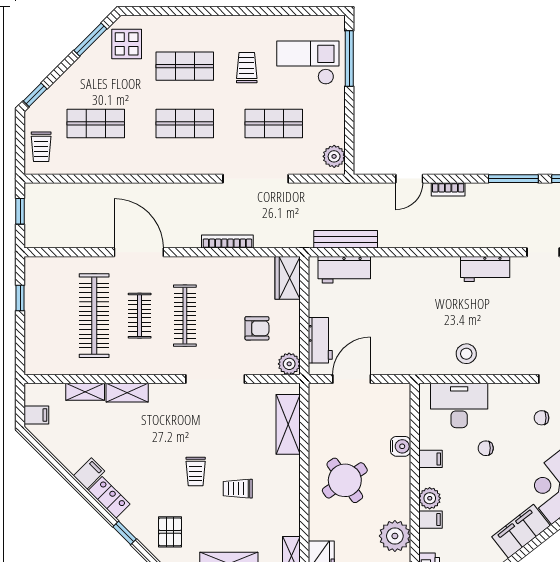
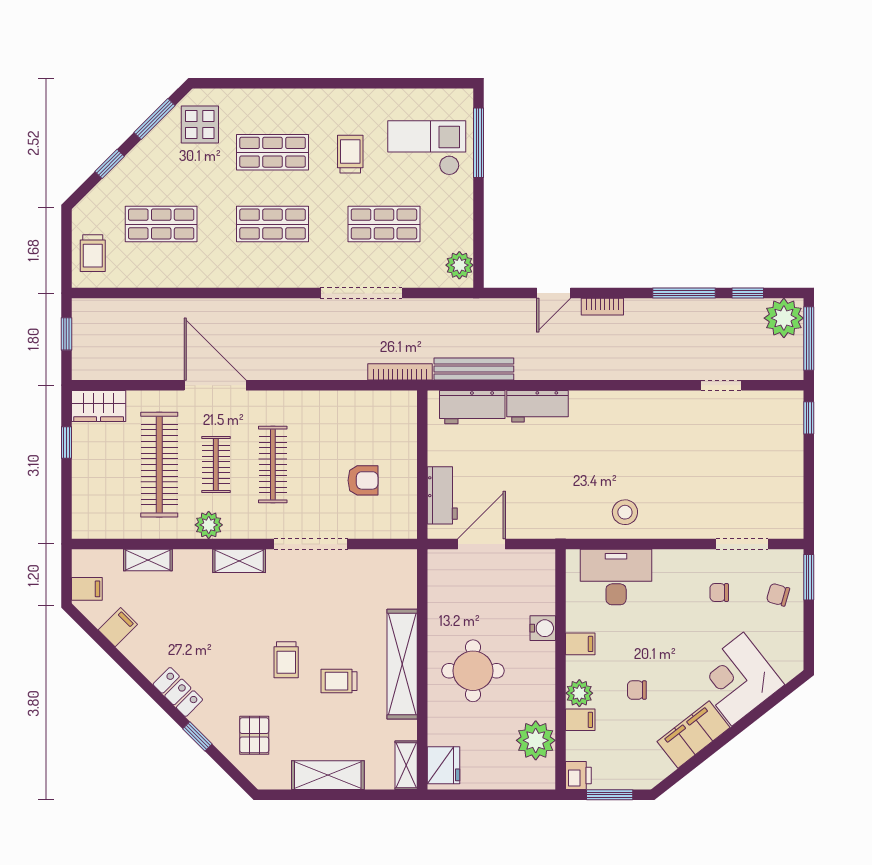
window: (35, 95) -> (110, 164), moved
bookcase: (227, 242) -> (400, 372), moved
workbench: (485, 269) -> (538, 406), moved
wardrobe: (288, 278) -> (99, 406), moved, turned -90
plant: (289, 364) -> (209, 525), moved
shelving: (127, 393) -> (239, 561), moved
shelving: (288, 424) -> (402, 664), moved, width x1.47
chair: (486, 448) -> (637, 690), moved
filing cabinet: (89, 473) -> (118, 627), moved
round table: (345, 480) -> (473, 671), turned 35

